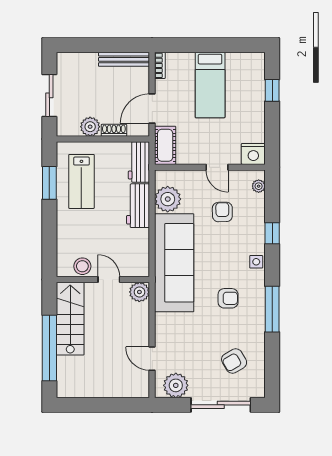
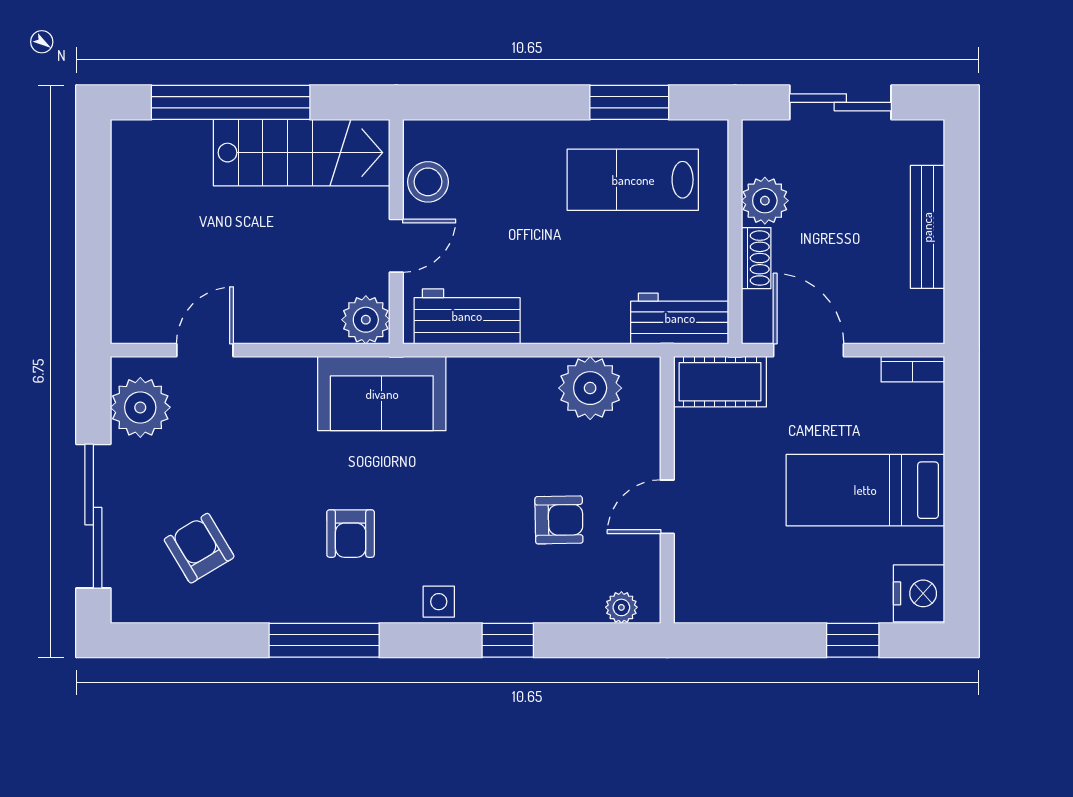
bench: (124, 59) -> (927, 227), moved
nightstand: (253, 154) -> (919, 593), moved, turned 180
workbench: (138, 206) -> (467, 316), moved
sofa: (174, 263) -> (382, 394), width x0.54, depth x0.79

